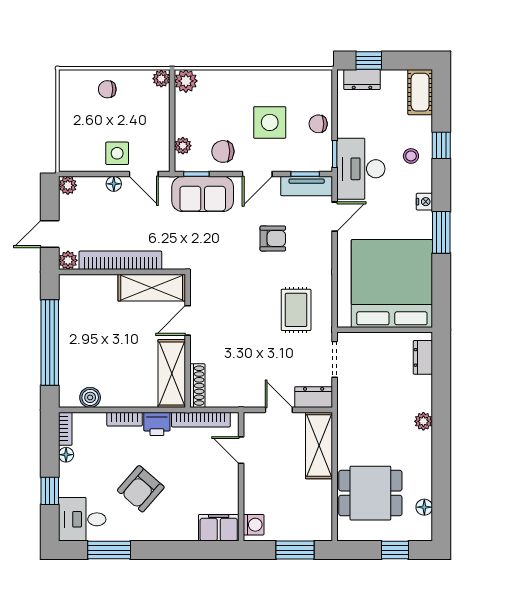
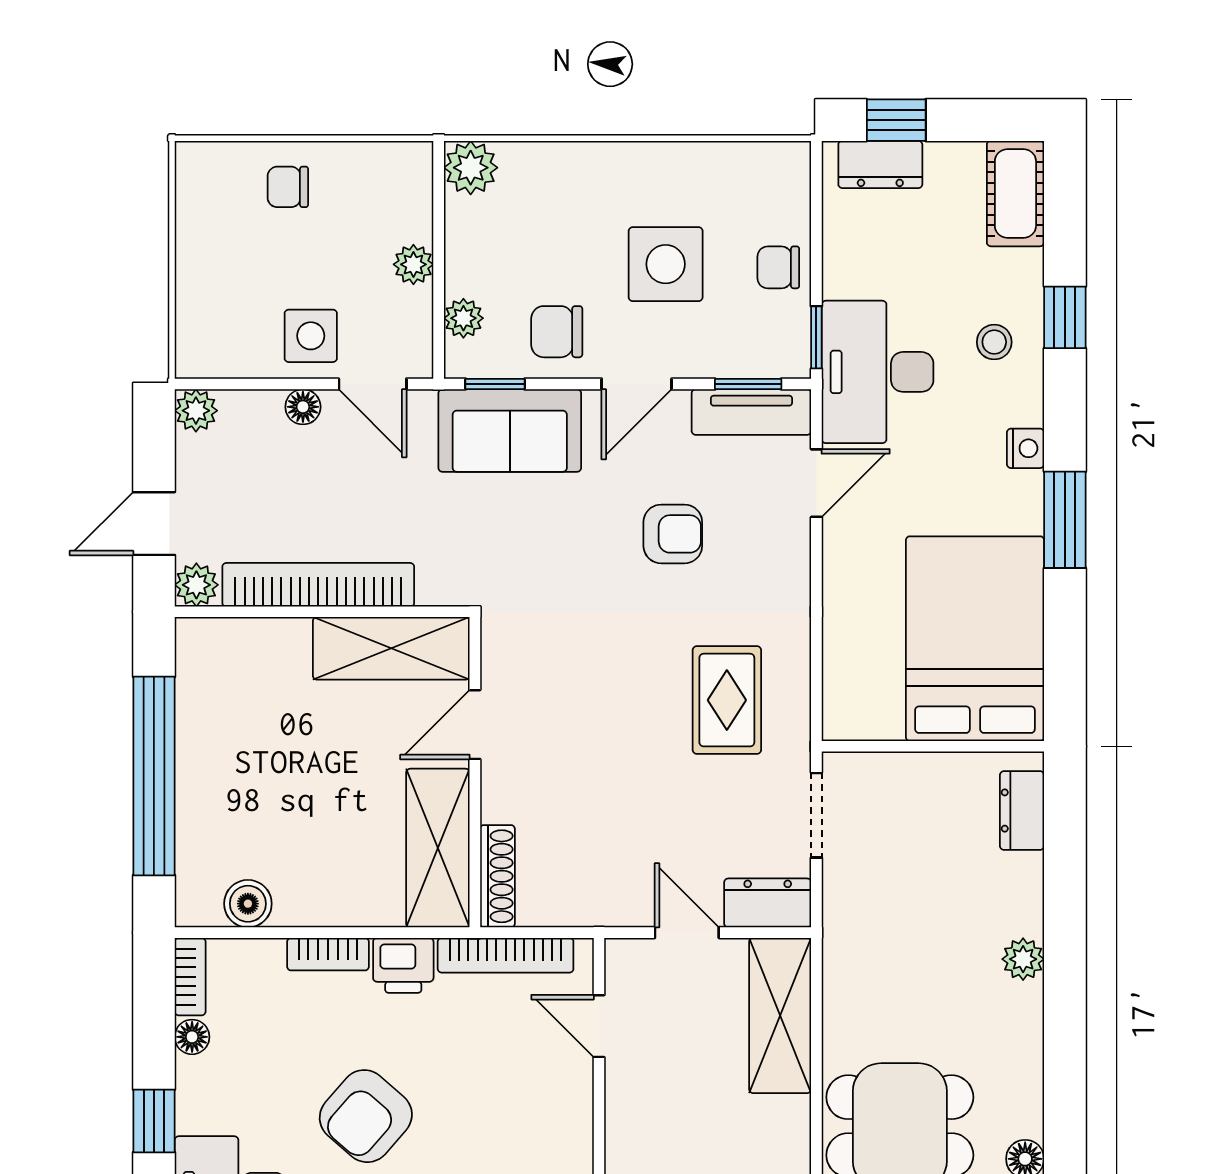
plant: (161, 79) -> (413, 264), moved
bed: (392, 283) -> (975, 639), width x0.73

